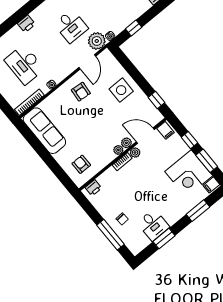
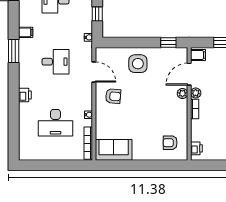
plant: (97, 41) -> (84, 51), removed
sofa: (44, 131) -> (114, 150), width x0.73
plant: (118, 150) -> (183, 104), removed

